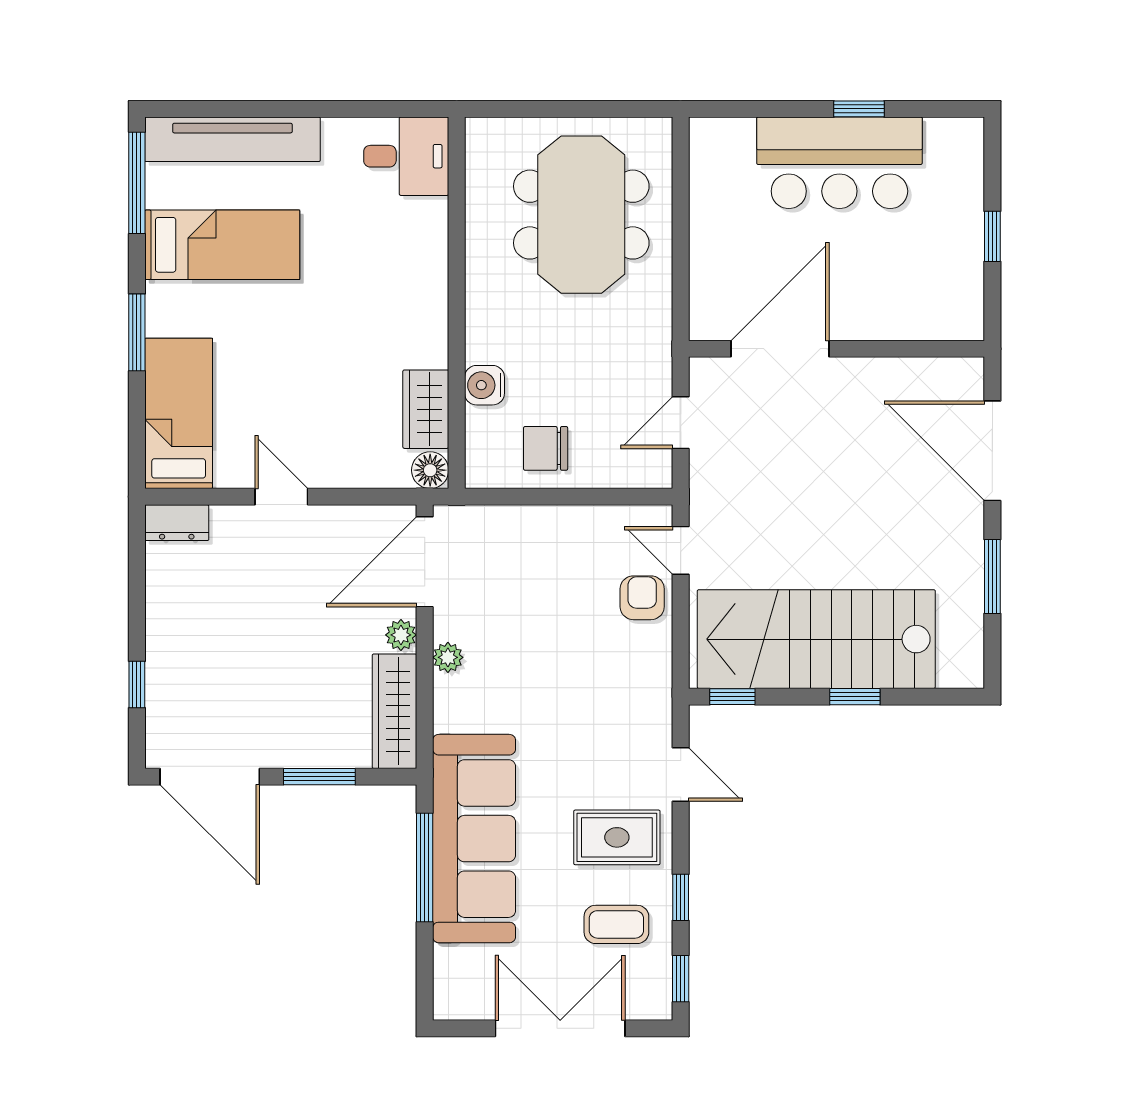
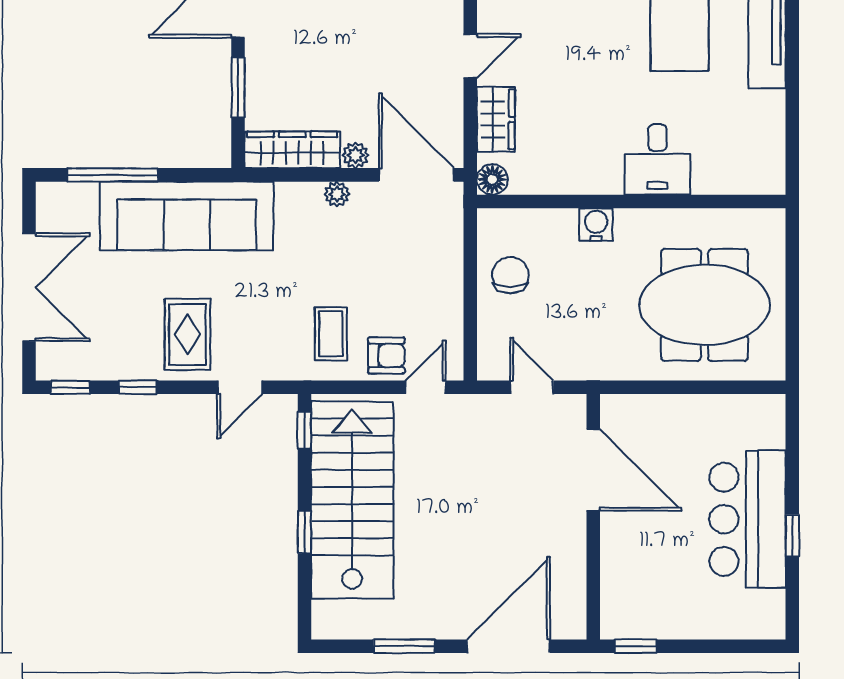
desk: (406, 156) -> (657, 160), moved
window: (992, 236) -> (635, 646), moved
water cooler: (484, 385) -> (596, 225), moved
wardrobe: (426, 409) -> (496, 119), moved, turned 90
window: (425, 868) -> (113, 175), moved
coffee table: (616, 924) -> (331, 334), moved

